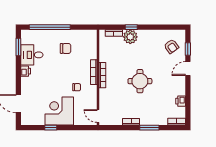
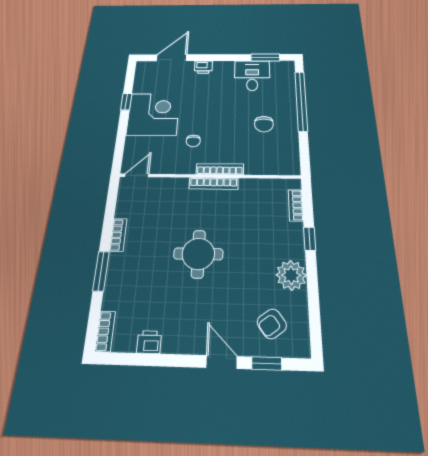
plant: (130, 37) -> (291, 275), moved
printer: (26, 71) -> (203, 67), moved

